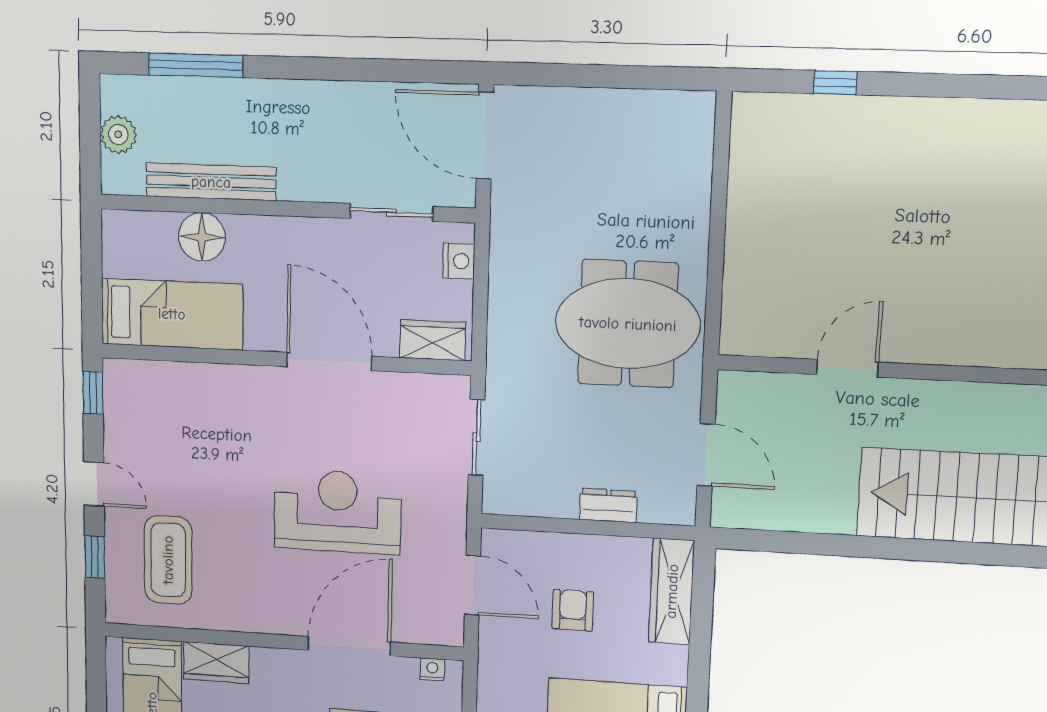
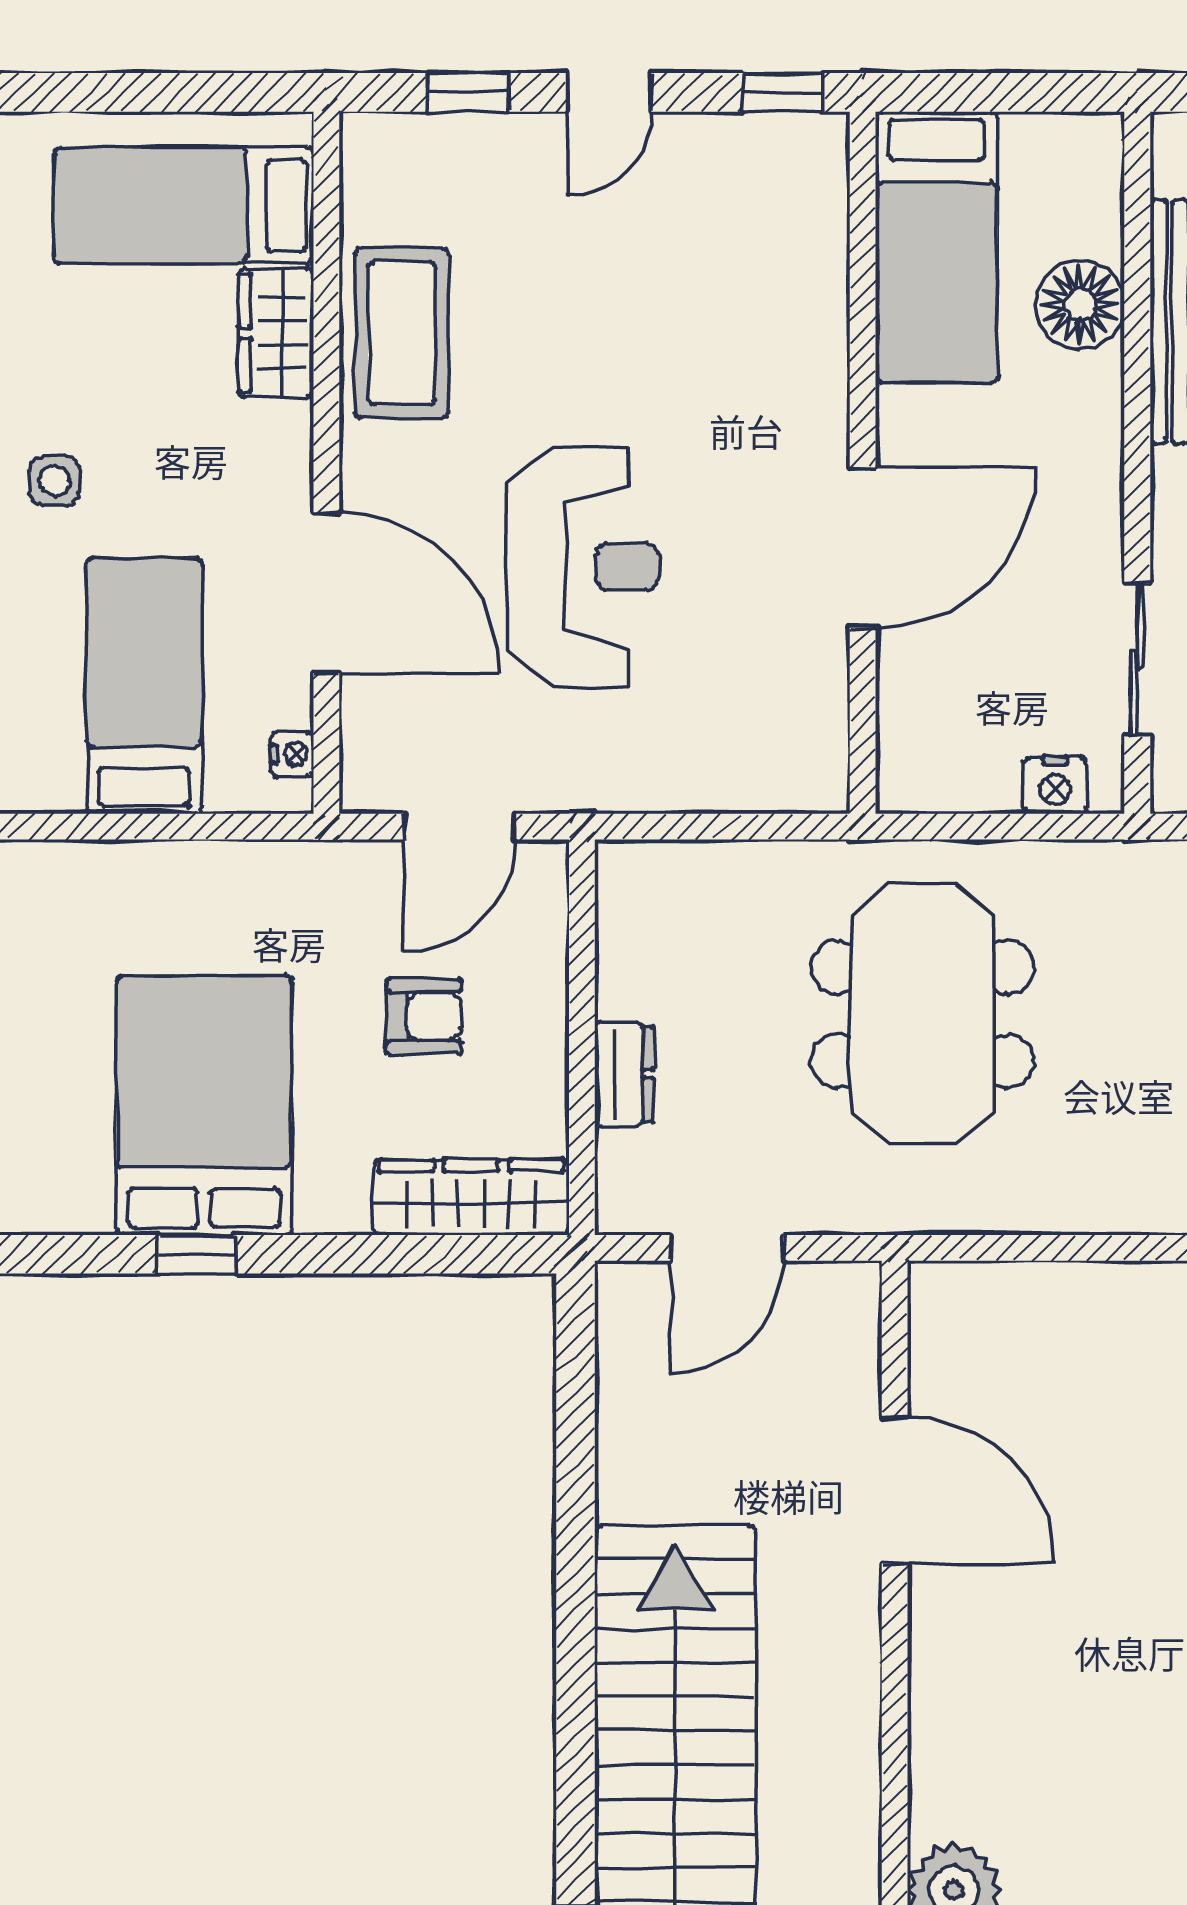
meeting table: (628, 324) -> (923, 1014), moved
wardrobe: (433, 340) -> (910, 741), removed
door: (847, 368) -> (895, 1490), width x1.36
sliding door: (477, 437) -> (737, 827), removed
coffee table: (168, 560) -> (402, 333), moved, turned 90

